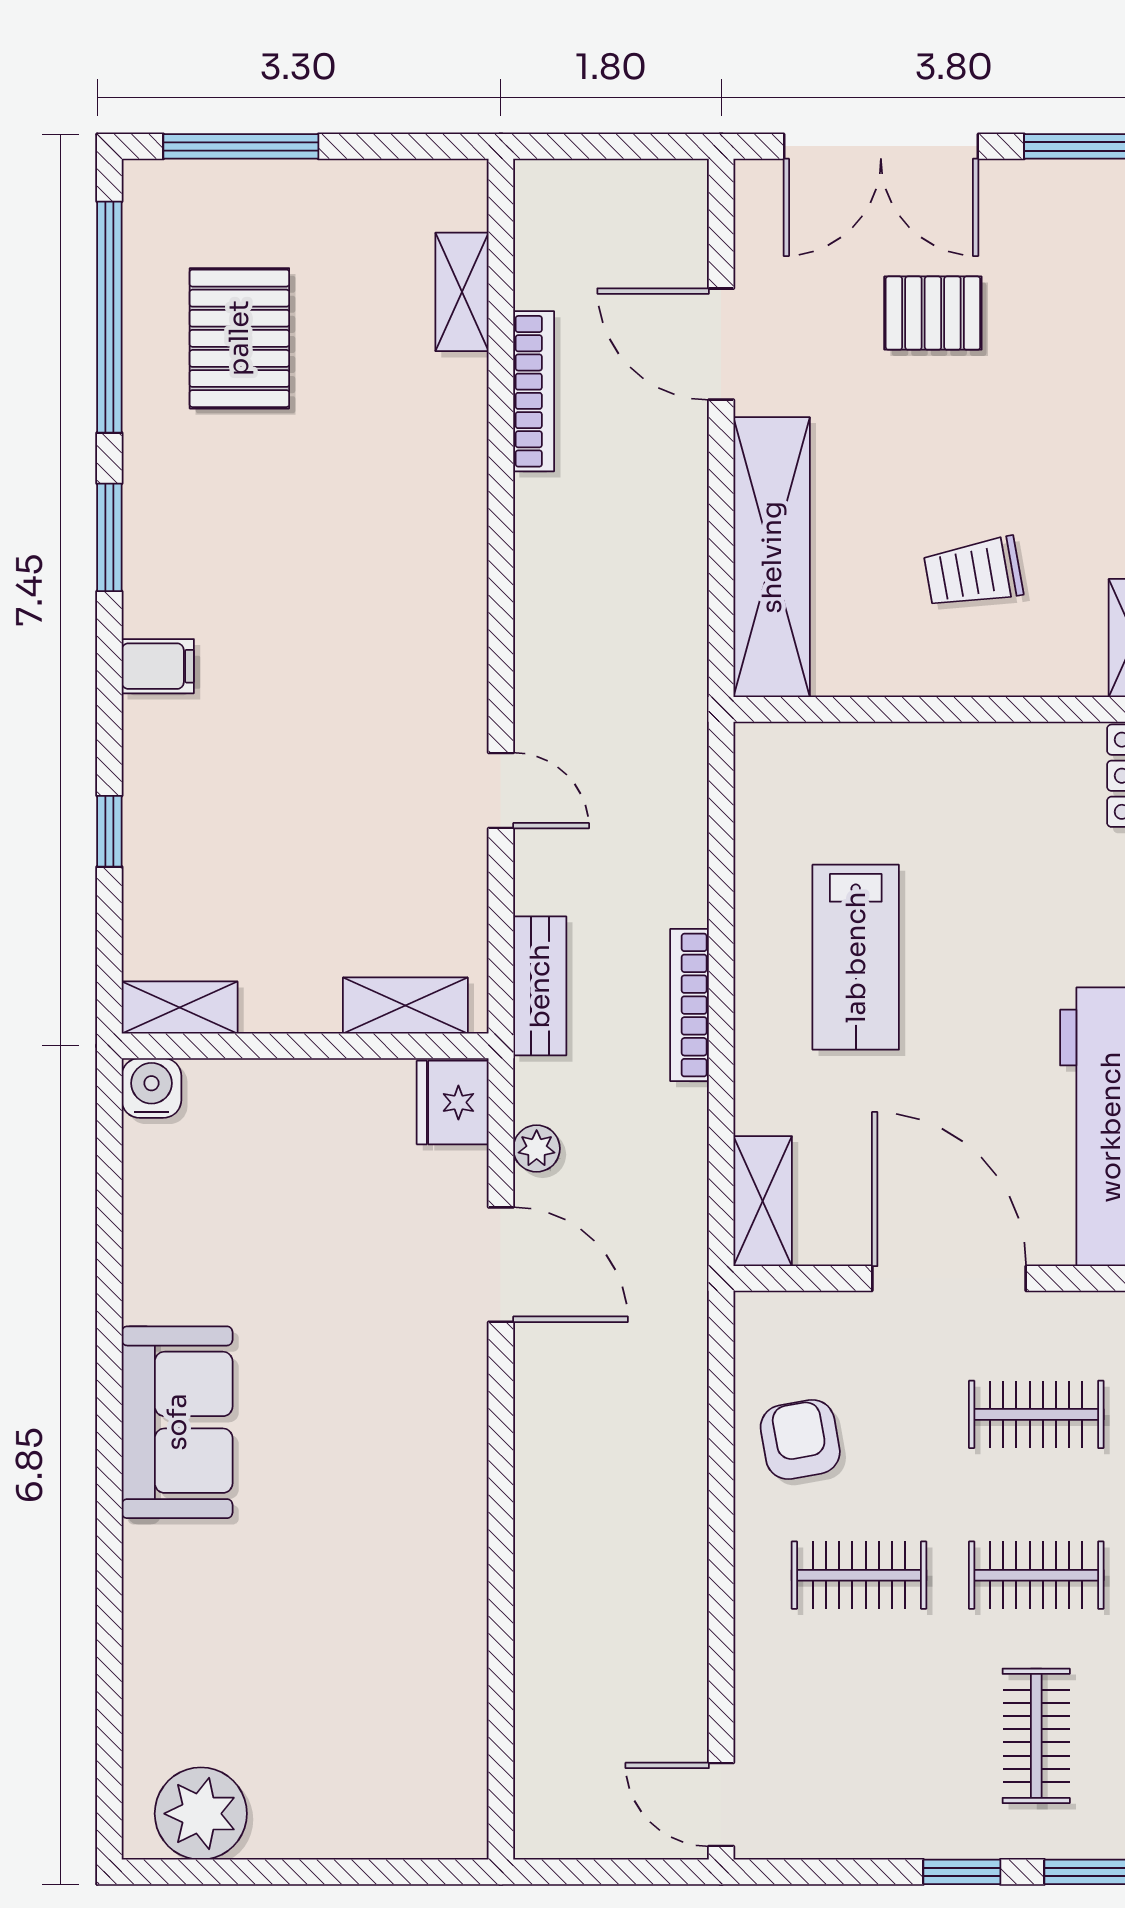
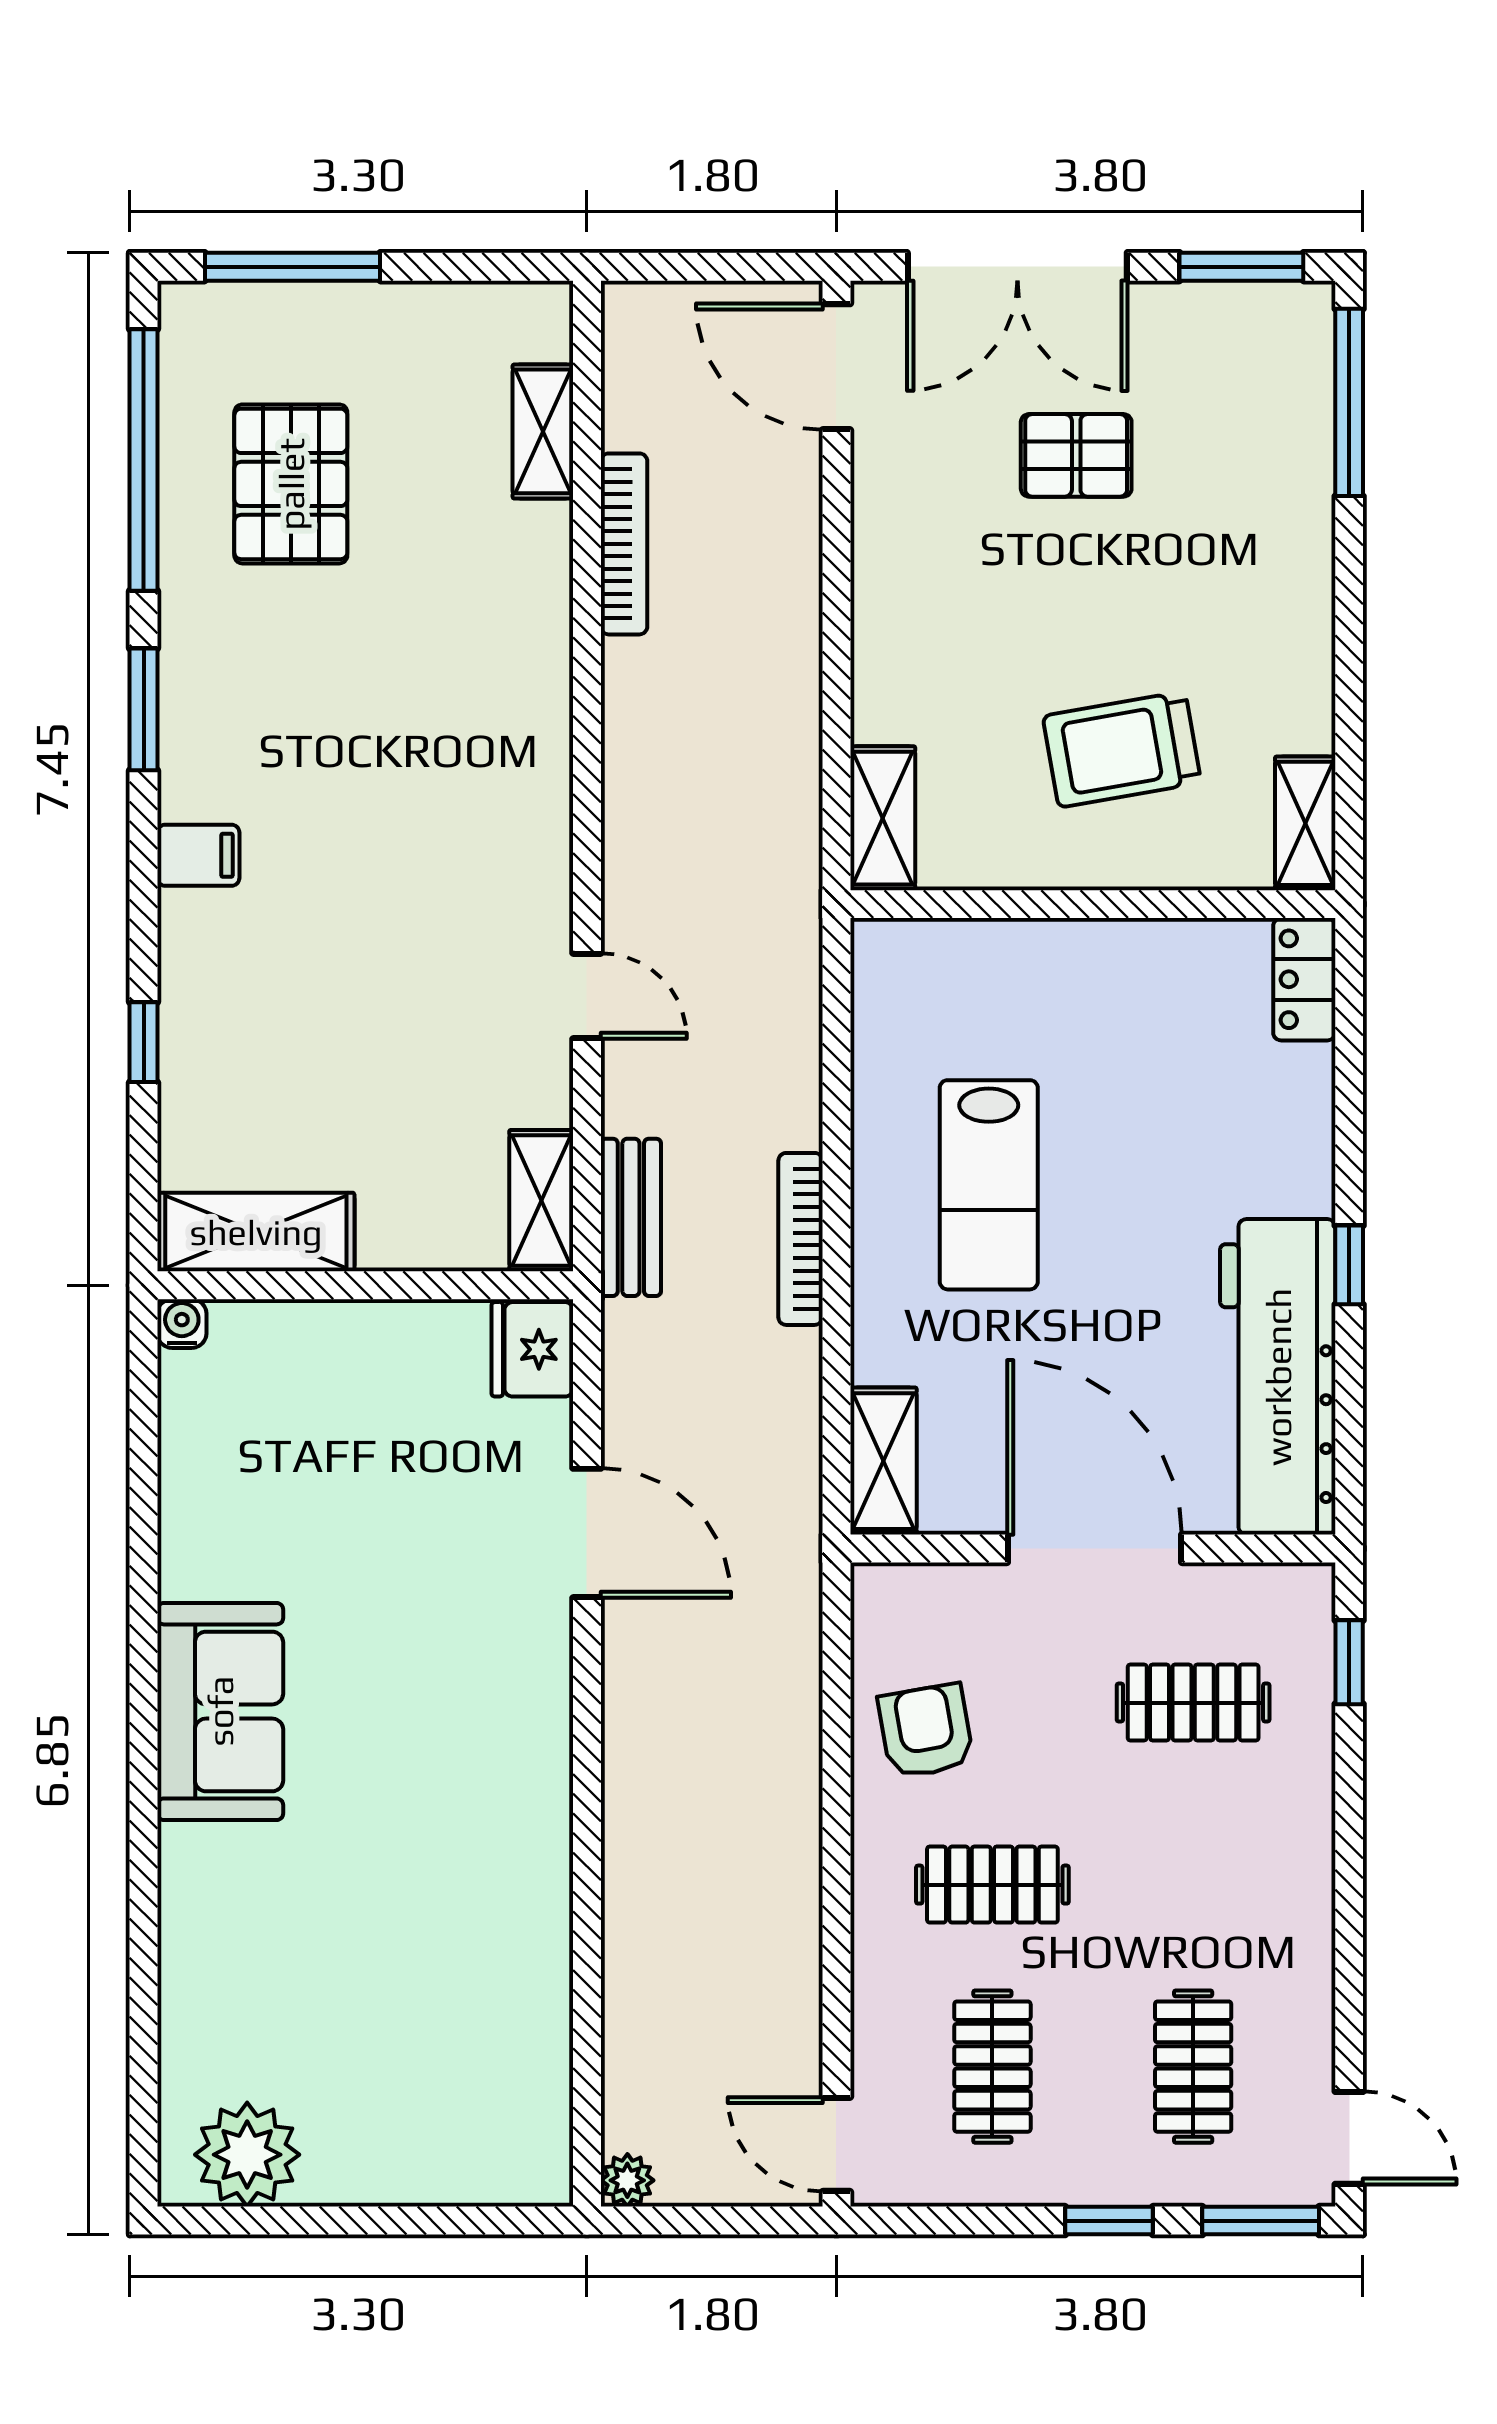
door: (721, 344) -> (836, 367), moved
shelving: (772, 557) -> (883, 818), width x0.45, depth x0.75
trolley: (973, 573) -> (1122, 749), width x1.36, depth x1.39
shelving: (405, 1006) -> (541, 1201), moved, turned 90
shelving: (180, 1008) -> (256, 1232), width x1.50, depth x1.33
water cooler: (151, 1088) -> (182, 1324), width x0.72, depth x0.72
plant: (537, 1149) -> (627, 2180), moved
clothes rail: (1036, 1575) -> (992, 2067), moved, turned 90

